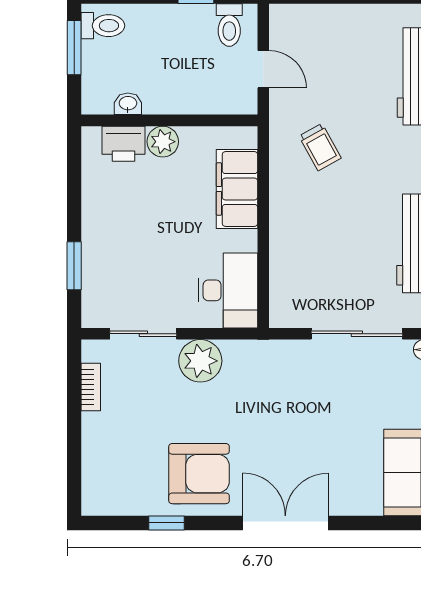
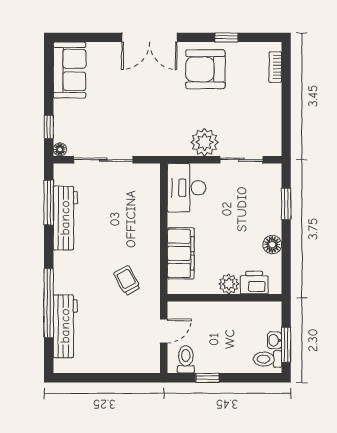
door: (263, 69) -> (164, 331), swing flipped
washbasin: (128, 104) -> (274, 340), moved, turned 90
floor lamp: (96, 203) -> (272, 245), added
bookcase: (91, 387) -> (275, 67), moved

